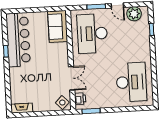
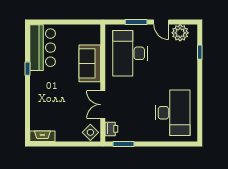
sofa: (58, 26) -> (90, 63), moved
bar counter: (18, 40) -> (43, 48), width x0.73
double door: (72, 78) -> (103, 105), swing flipped

